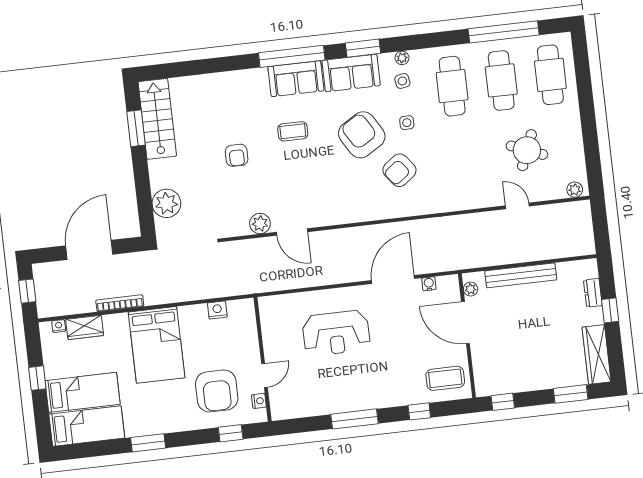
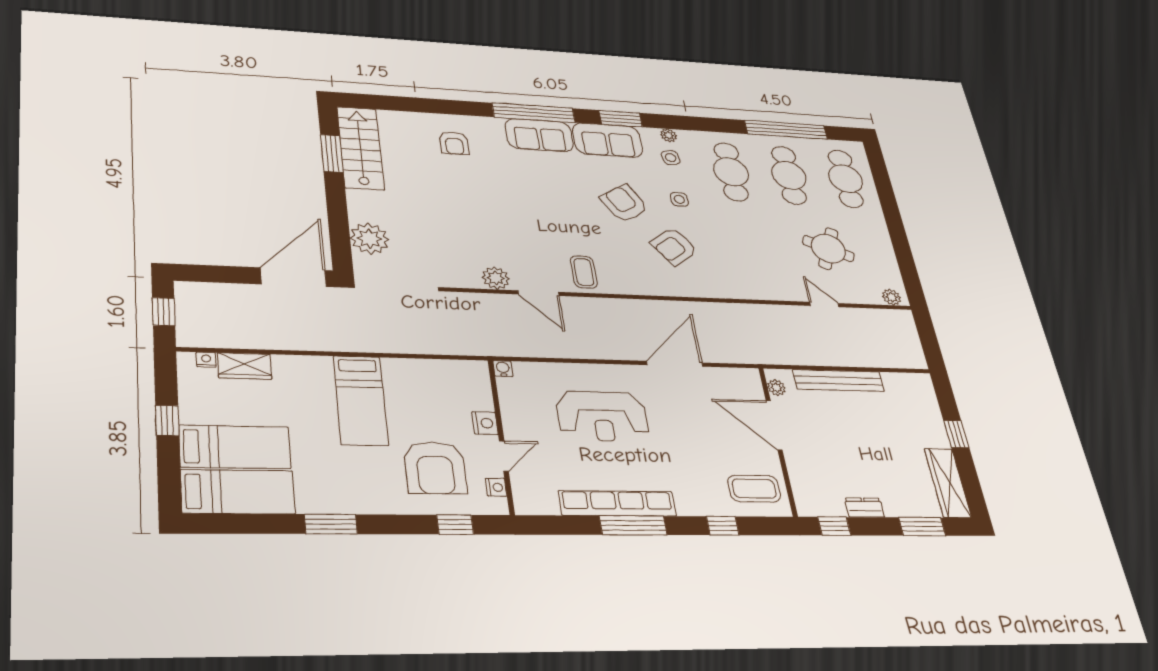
coffee table: (293, 131) -> (584, 272), moved, turned 90
armchair: (362, 135) -> (624, 203), width x0.73, depth x0.73
armchair: (237, 155) -> (454, 143), moved
door: (89, 250) -> (293, 277), moved
water cooler: (429, 284) -> (503, 369), moved
dresser: (593, 293) -> (865, 508), moved, turned 90
bookcase: (120, 303) -> (298, 343), removed
nightstand: (217, 310) -> (485, 423), moved, turned 90
bed: (157, 345) -> (361, 400), width x0.67
row of seats: (344, 403) -> (618, 503), added

